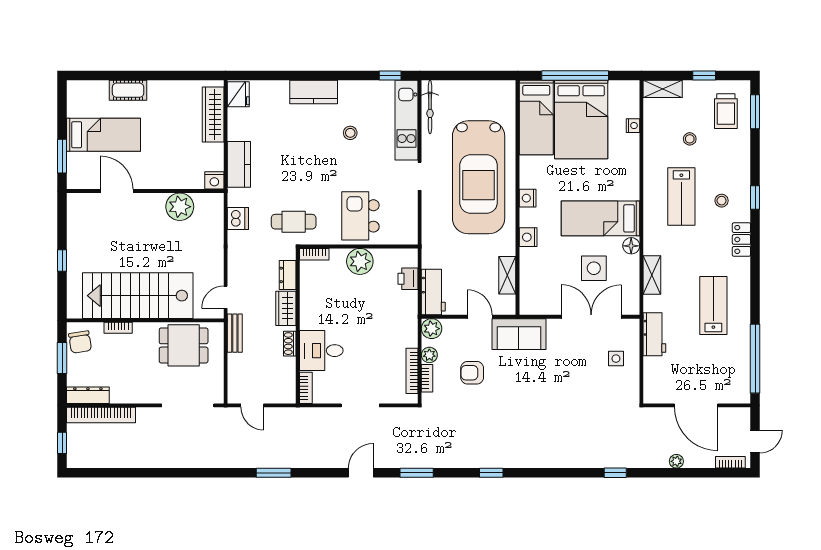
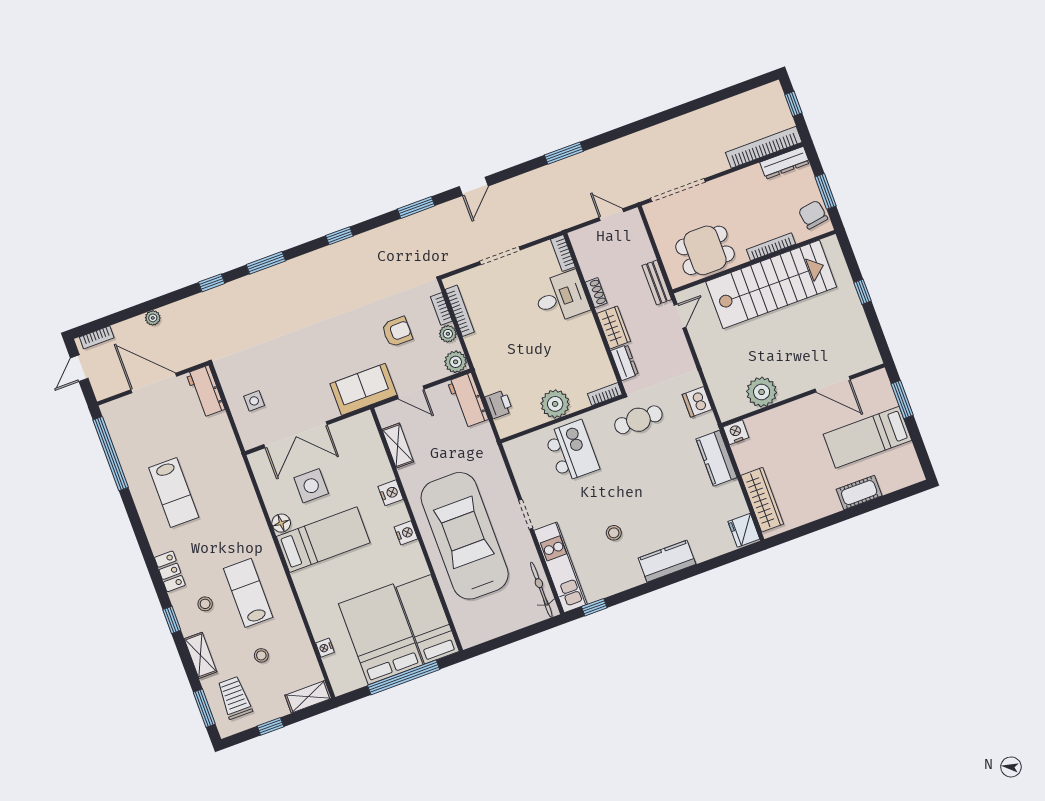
shelving: (652, 275) -> (200, 655), moved
bookcase: (118, 328) -> (771, 247), width x1.56
workbench: (654, 334) -> (206, 391), moved
window: (562, 473) -> (266, 263), added

